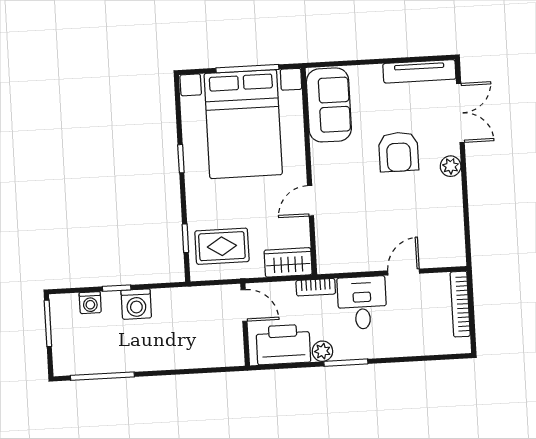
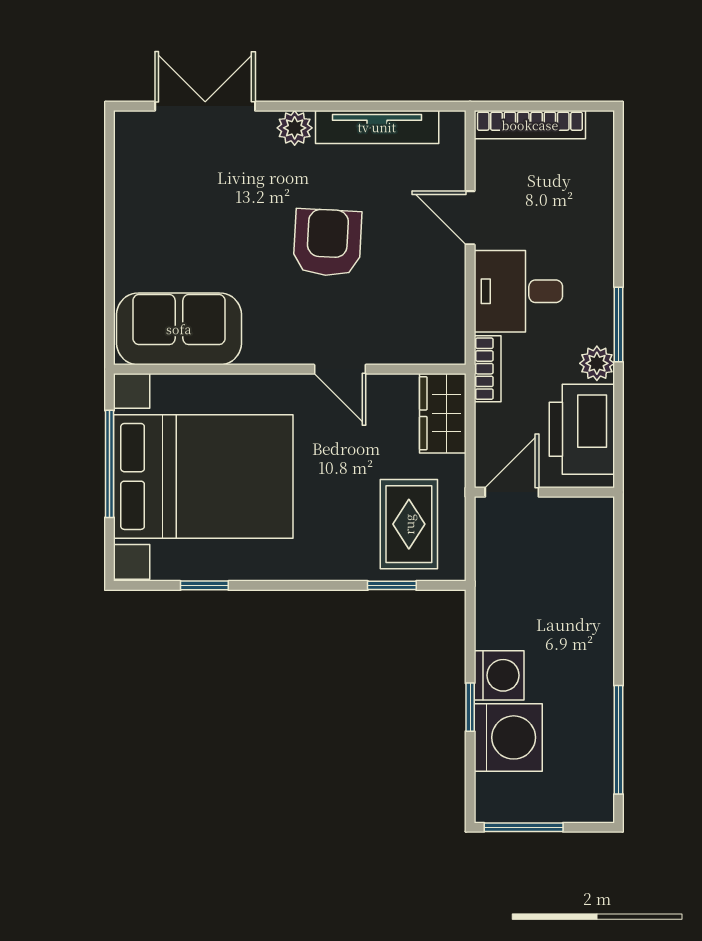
tv unit: (419, 71) -> (377, 127), moved, turned 90
armchair: (399, 152) -> (327, 243), moved, turned -87
window: (181, 159) -> (204, 585), moved
washing machine: (90, 303) -> (508, 737), width x1.89, depth x1.89

